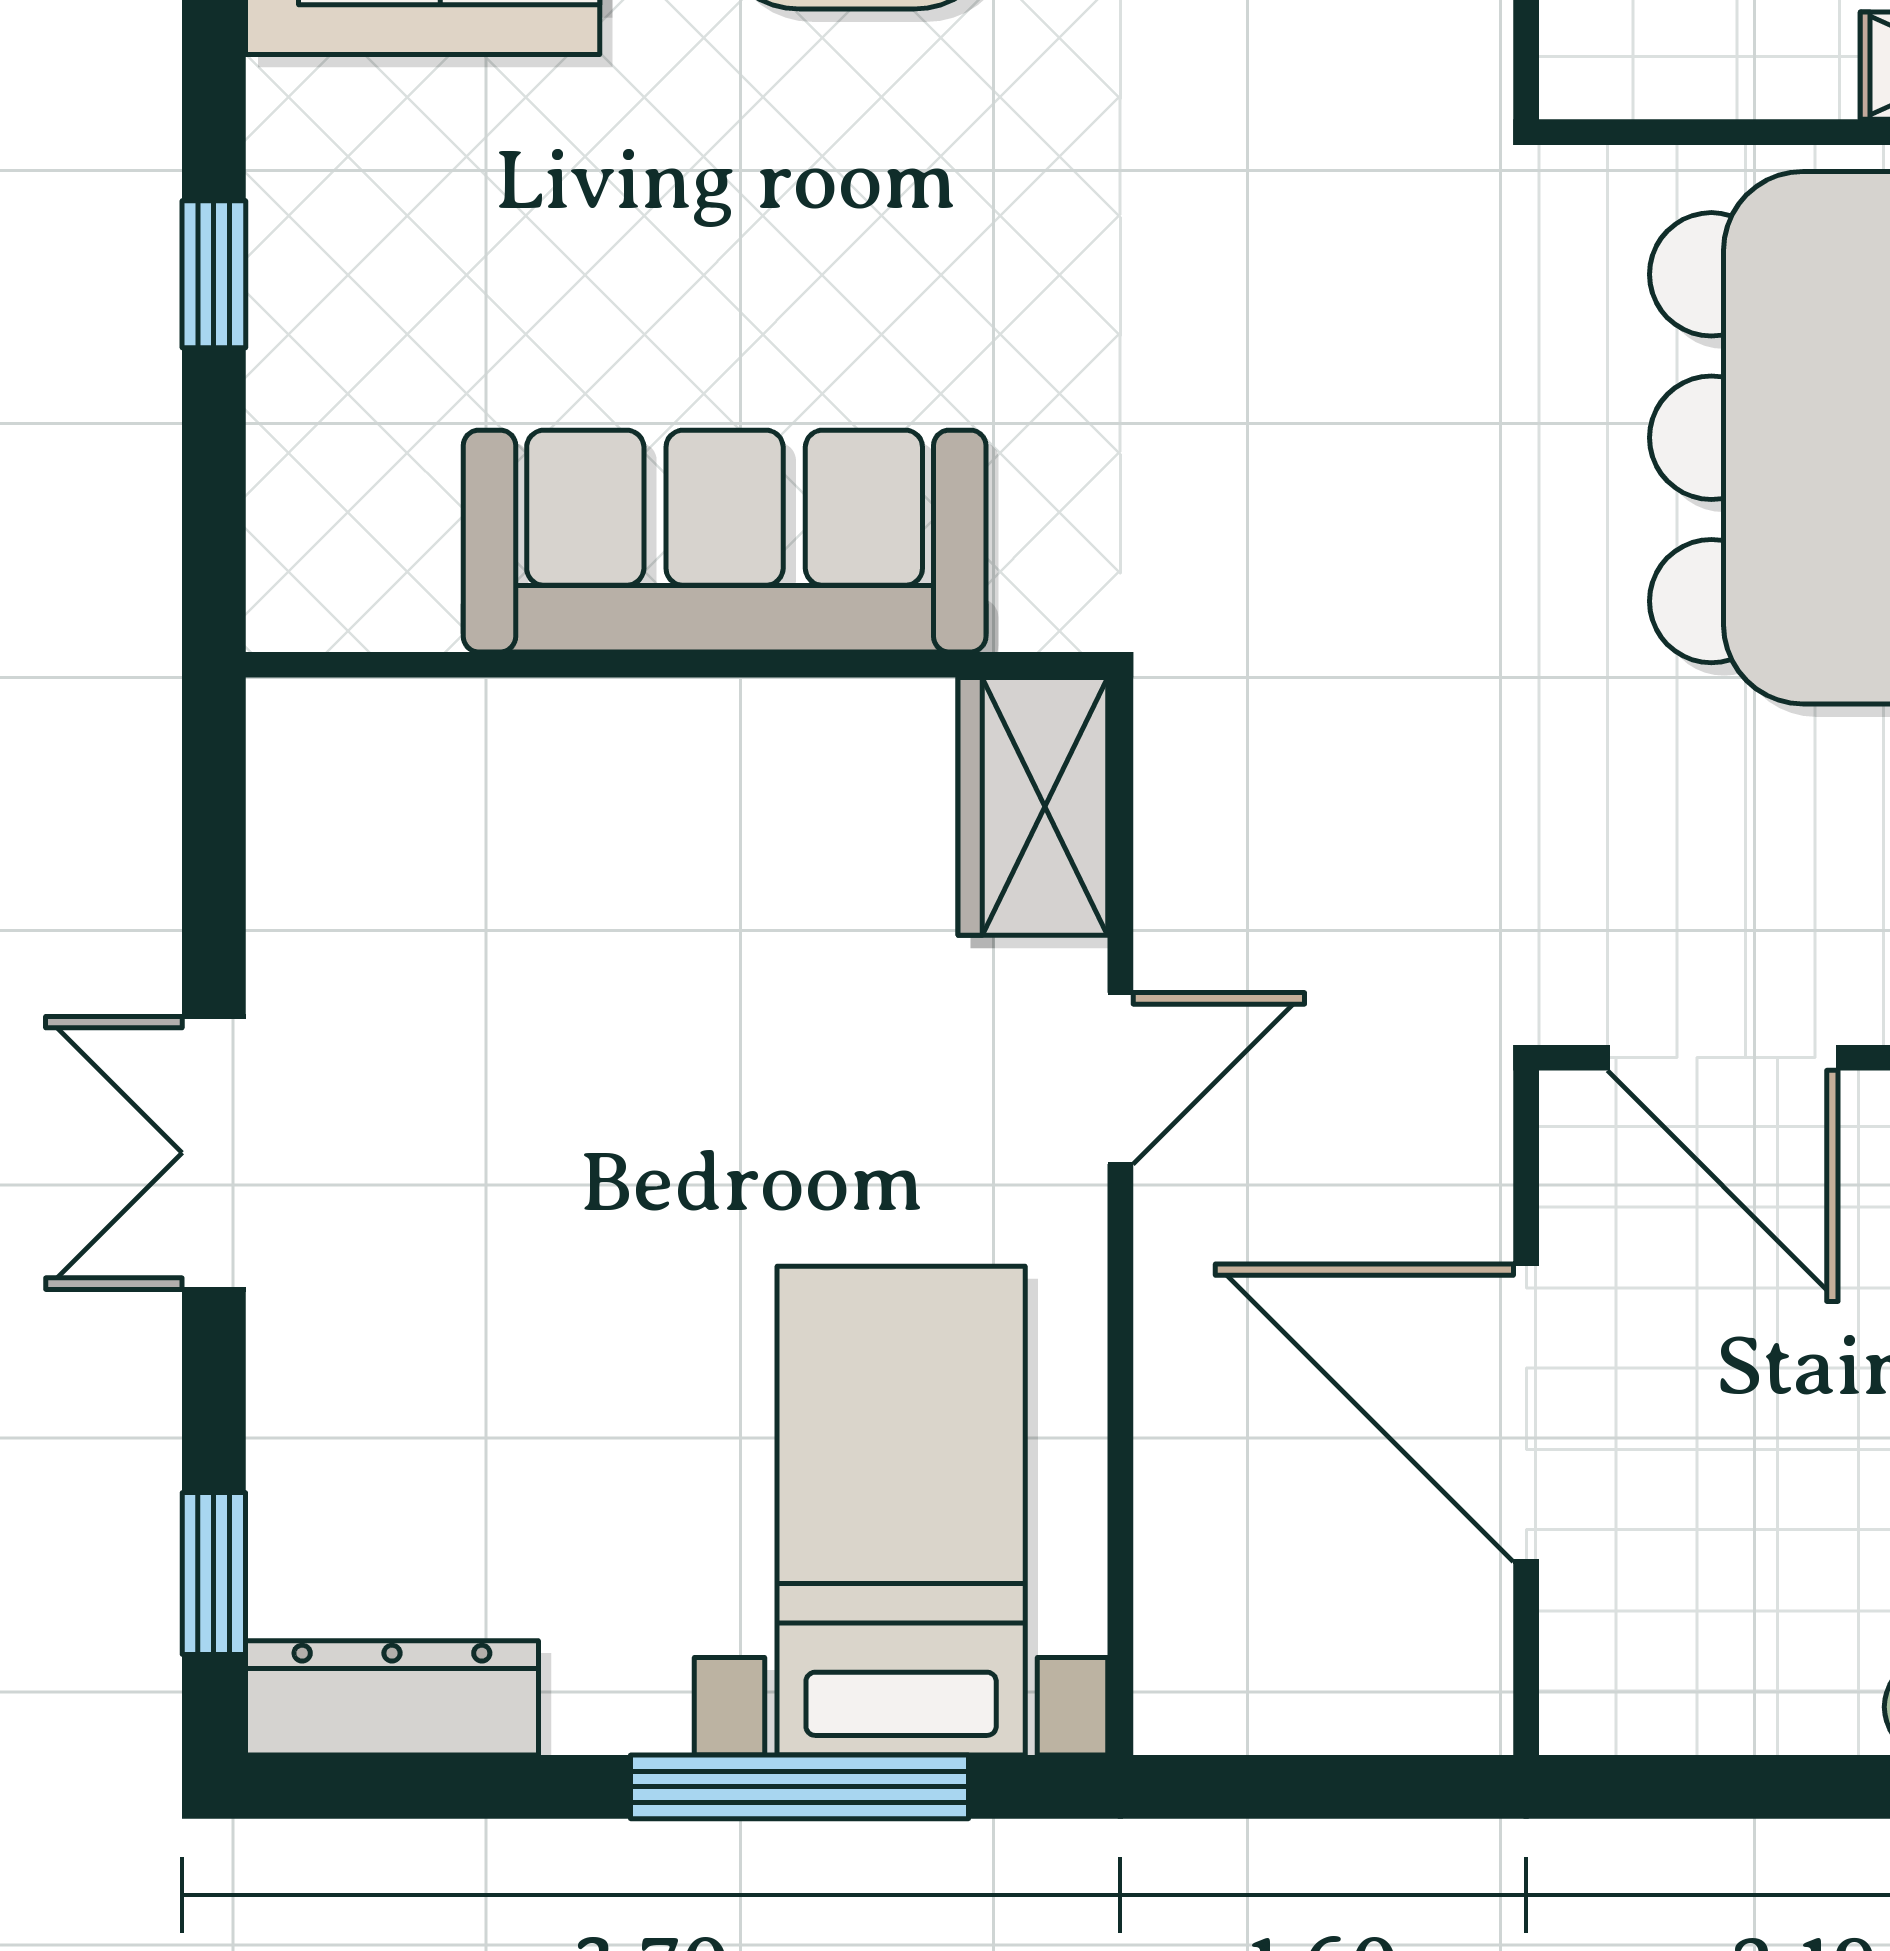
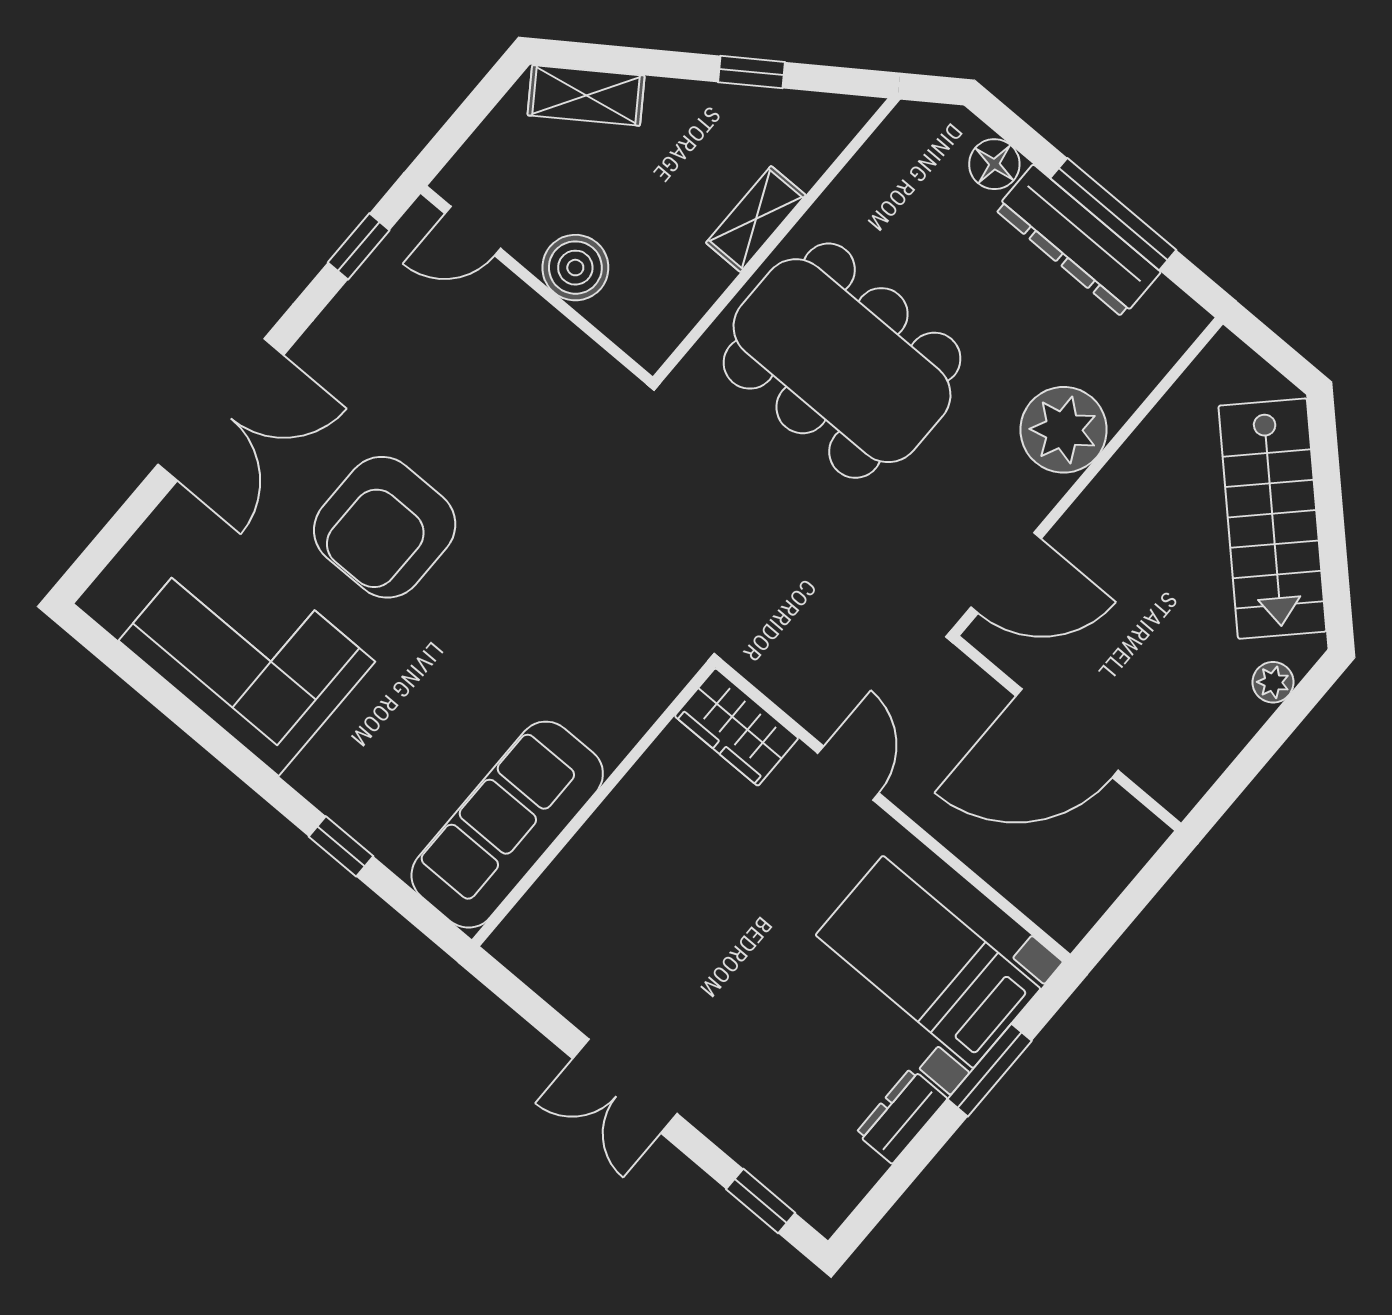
sofa: (725, 541) -> (507, 825), moved
dresser: (392, 1698) -> (902, 1116), moved, width x0.70
window: (800, 1787) -> (990, 1070), width x0.69

